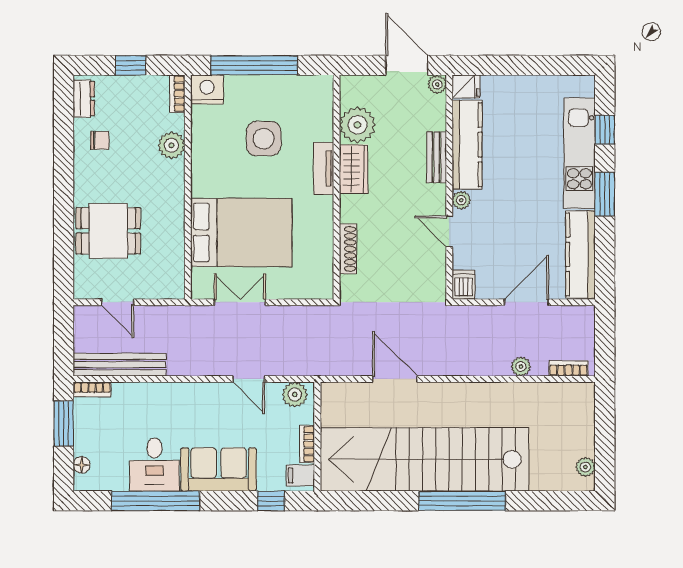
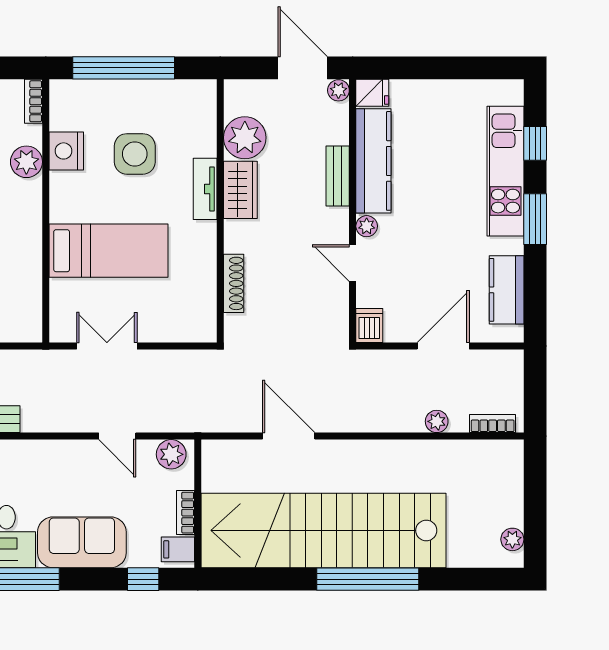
nightstand: (207, 89) -> (66, 151), moved, turned -90
bed: (241, 232) -> (109, 251), width x0.67
kitchen counter: (580, 254) -> (507, 290), width x0.67

